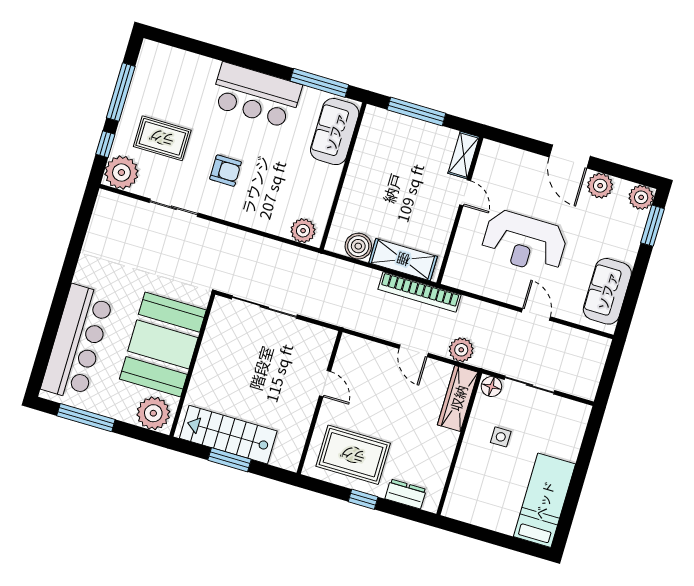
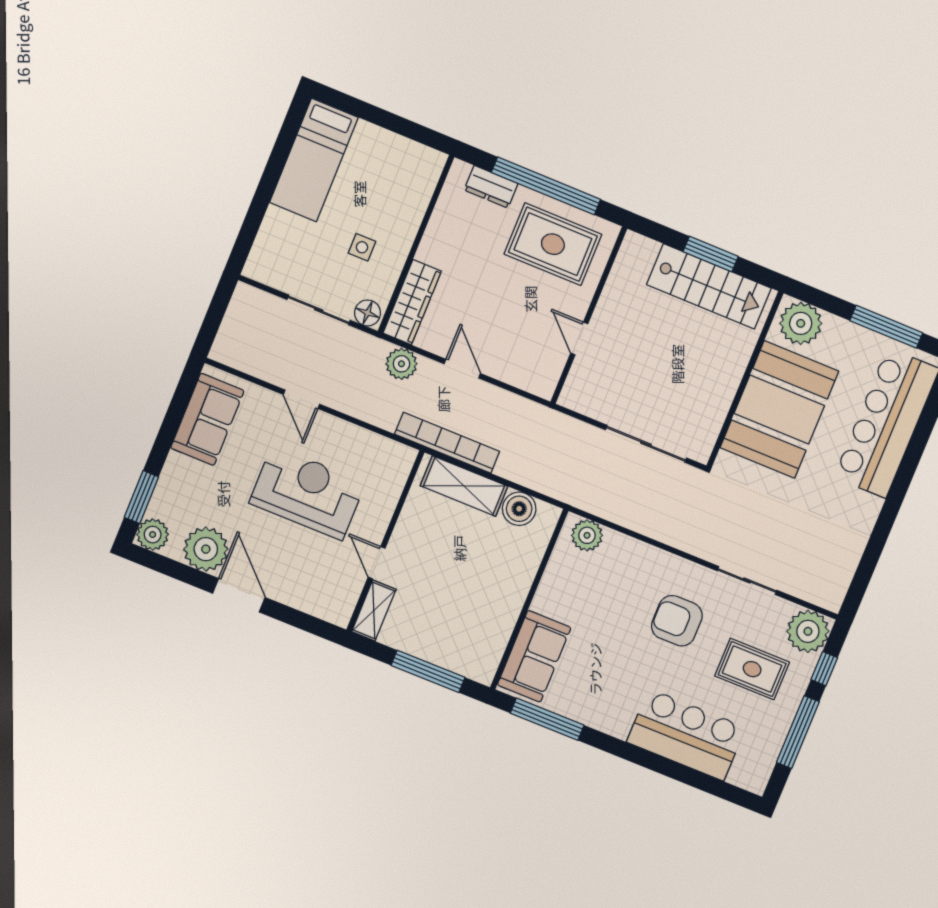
bar counter: (256, 95) -> (686, 735), moved
armchair: (226, 171) -> (677, 621), width x1.38, depth x1.38
plant: (600, 186) -> (206, 549), width x1.36, depth x1.36
window: (363, 499) -> (546, 186), width x3.17

